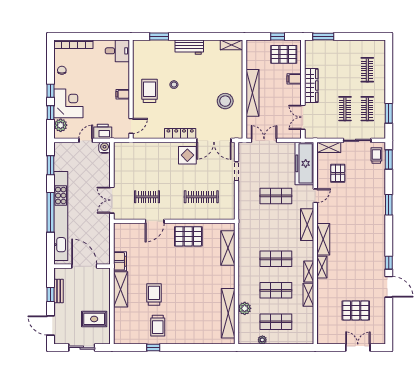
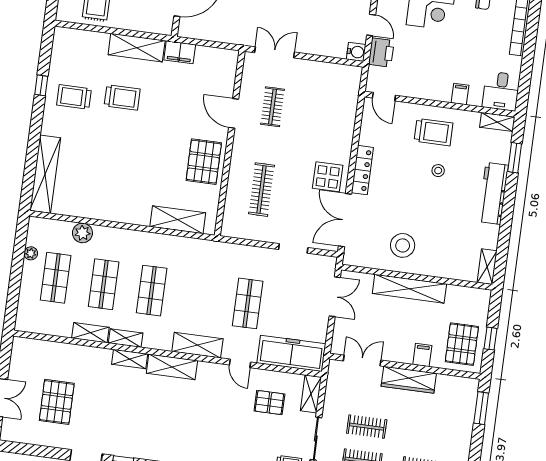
workbench: (189, 47) -> (493, 193), width x1.38
shelving: (138, 51) -> (497, 122), added
filing cabinet: (123, 94) -> (460, 94), moved
shelving: (228, 313) -> (45, 174), moved, turned 90

